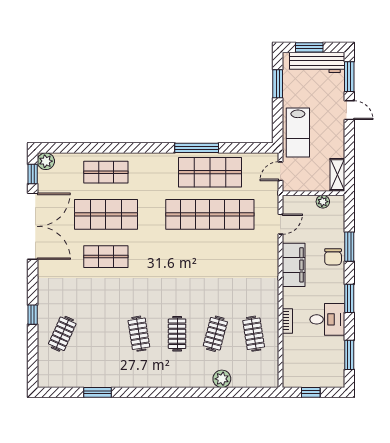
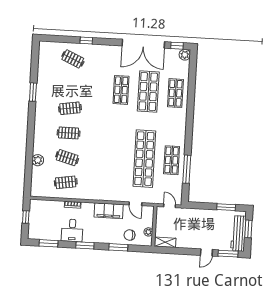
lab bench: (298, 133) -> (194, 218), removed
window: (197, 148) -> (187, 169), moved
shop shelf: (210, 172) -> (172, 160), width x0.70, depth x0.74
chair: (333, 257) -> (130, 235), moved
window: (97, 392) -> (33, 92), moved

